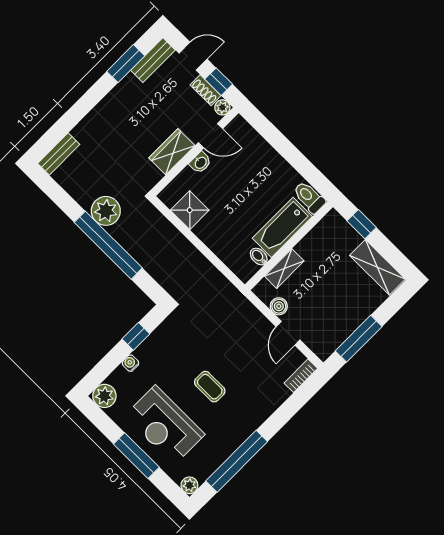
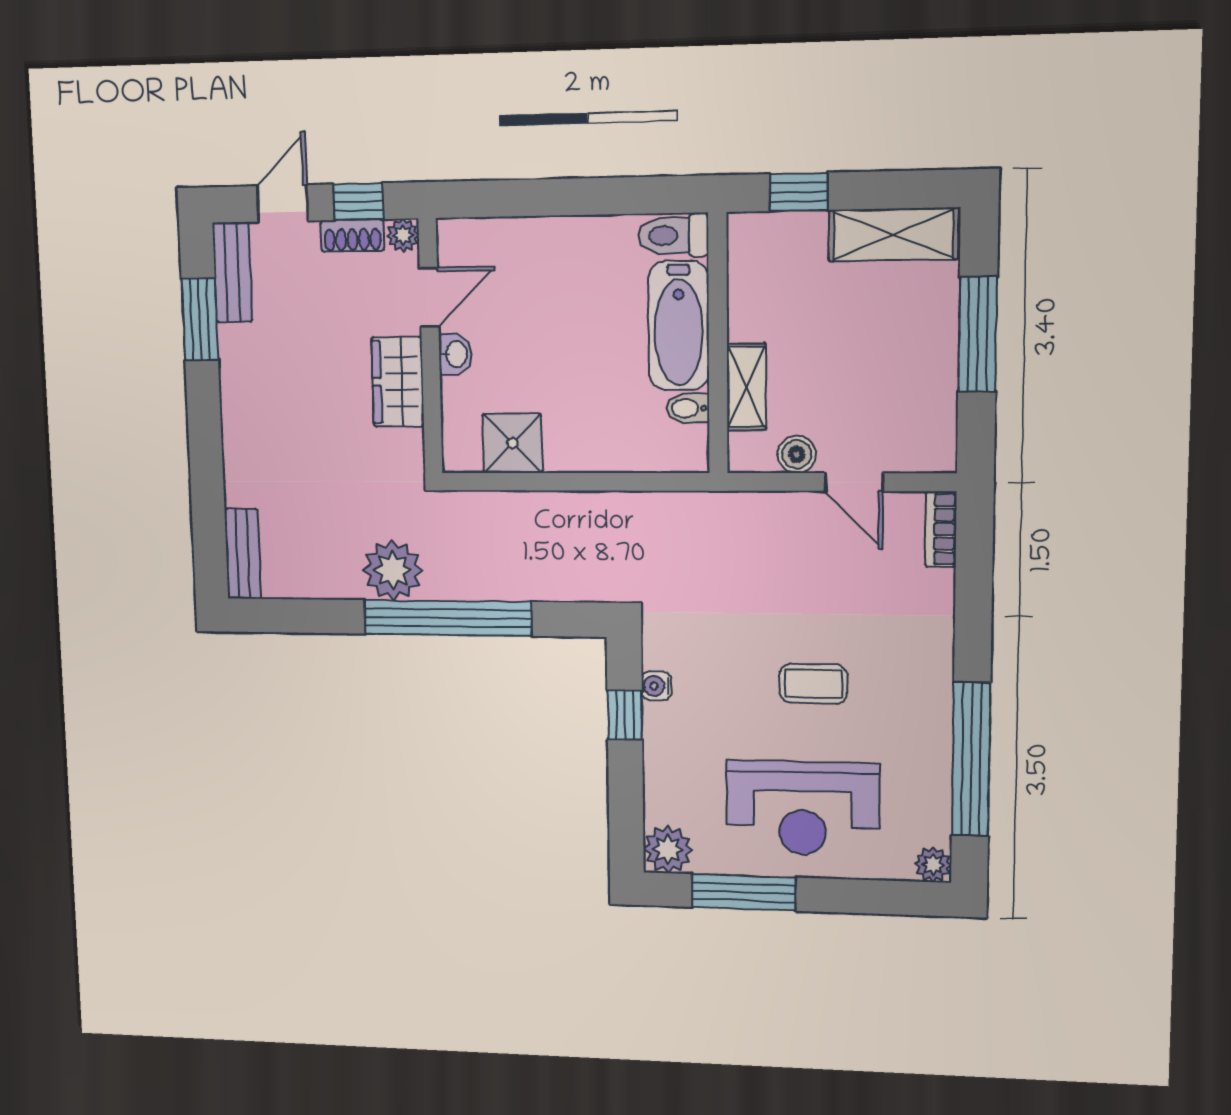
window: (359, 339) -> (978, 334), moved
water cooler: (130, 363) -> (656, 686), moved
window: (136, 456) -> (743, 892), moved

